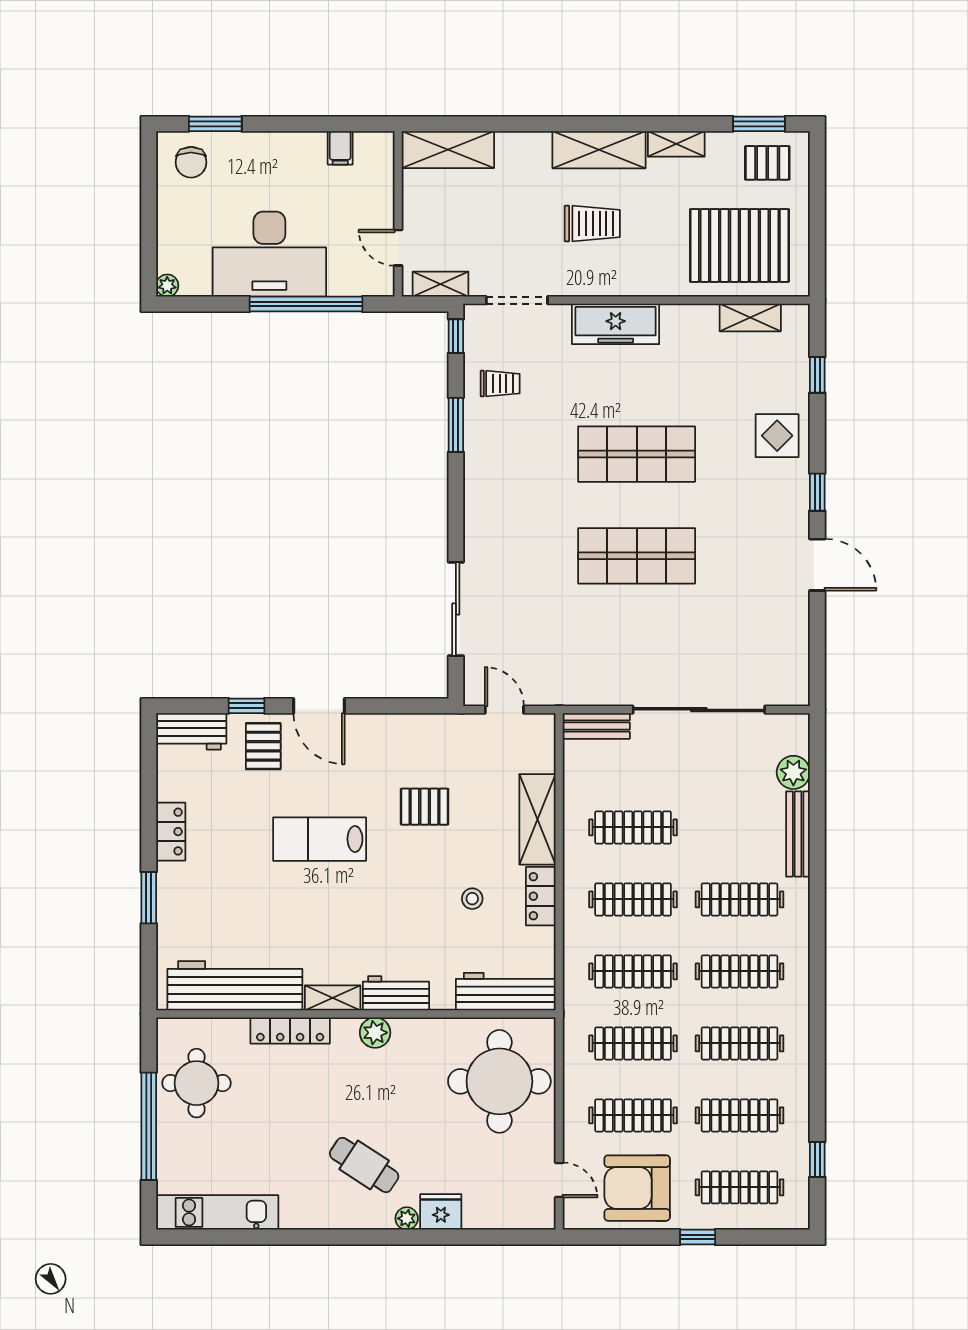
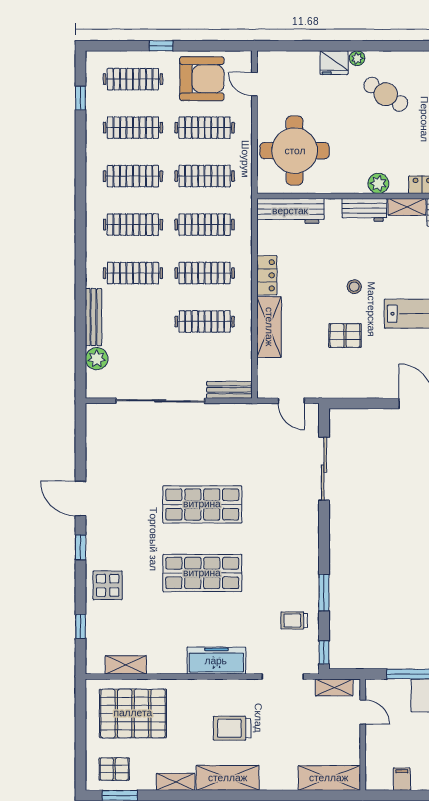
stool: (472, 899) -> (354, 287), moved

